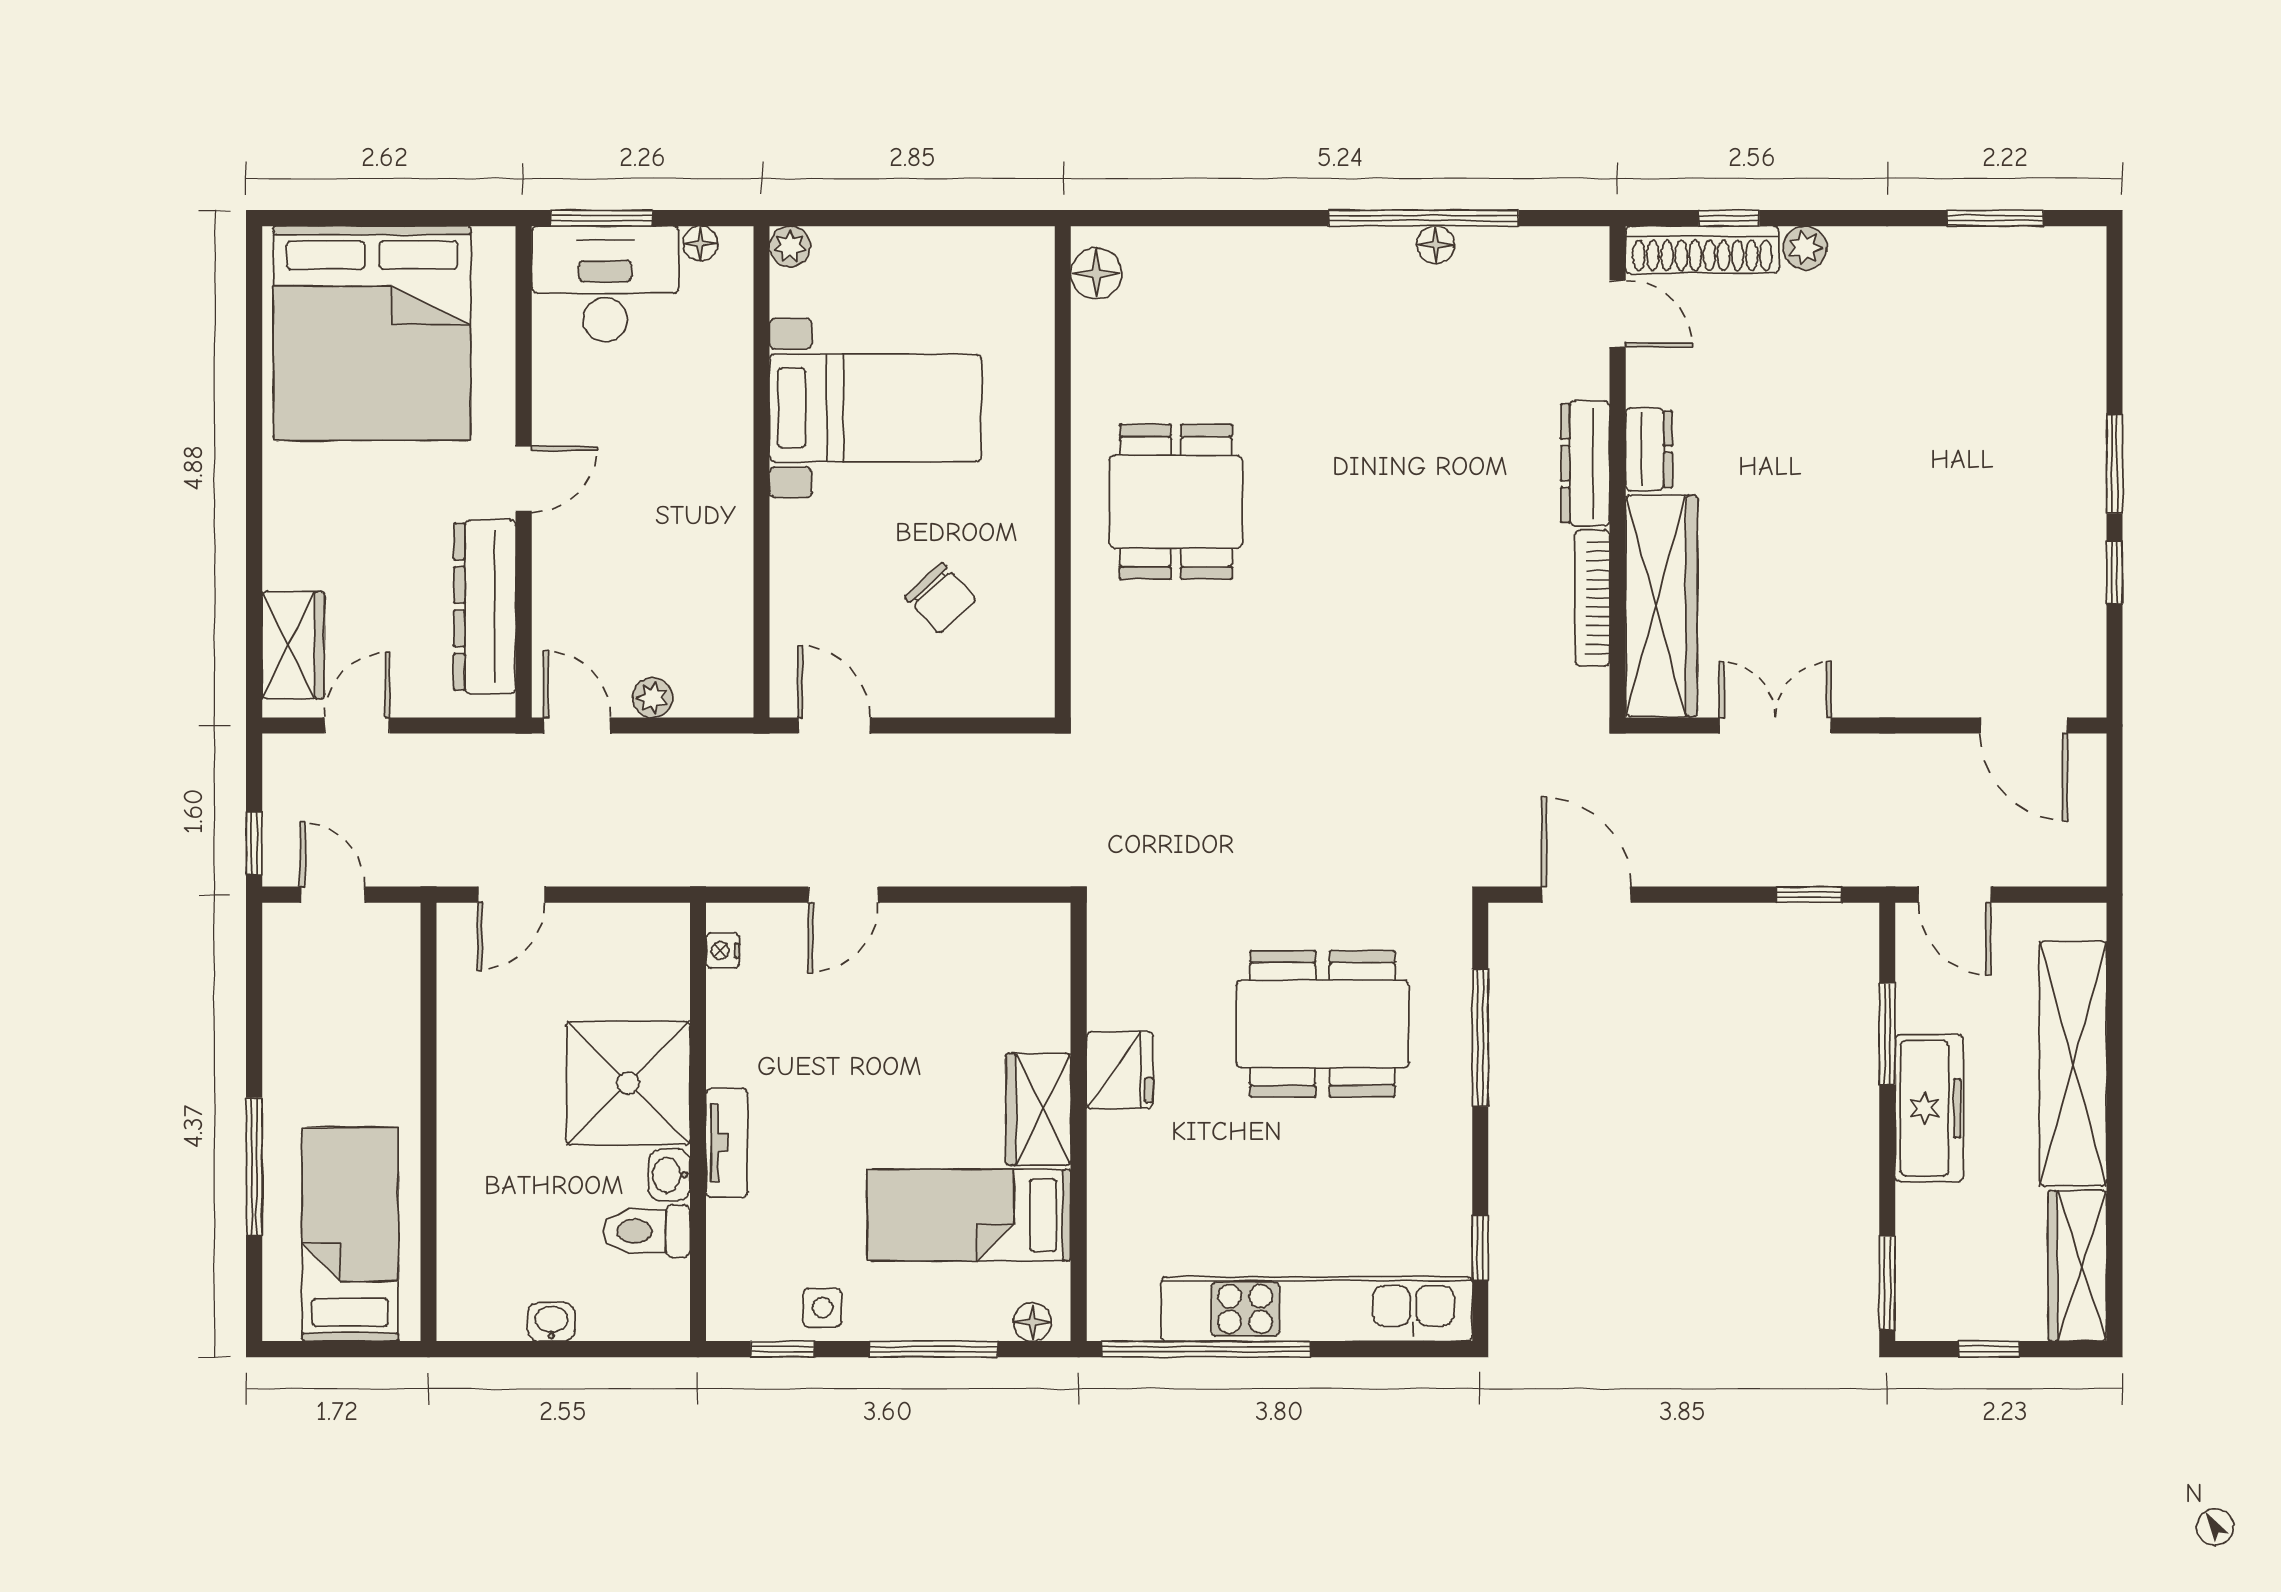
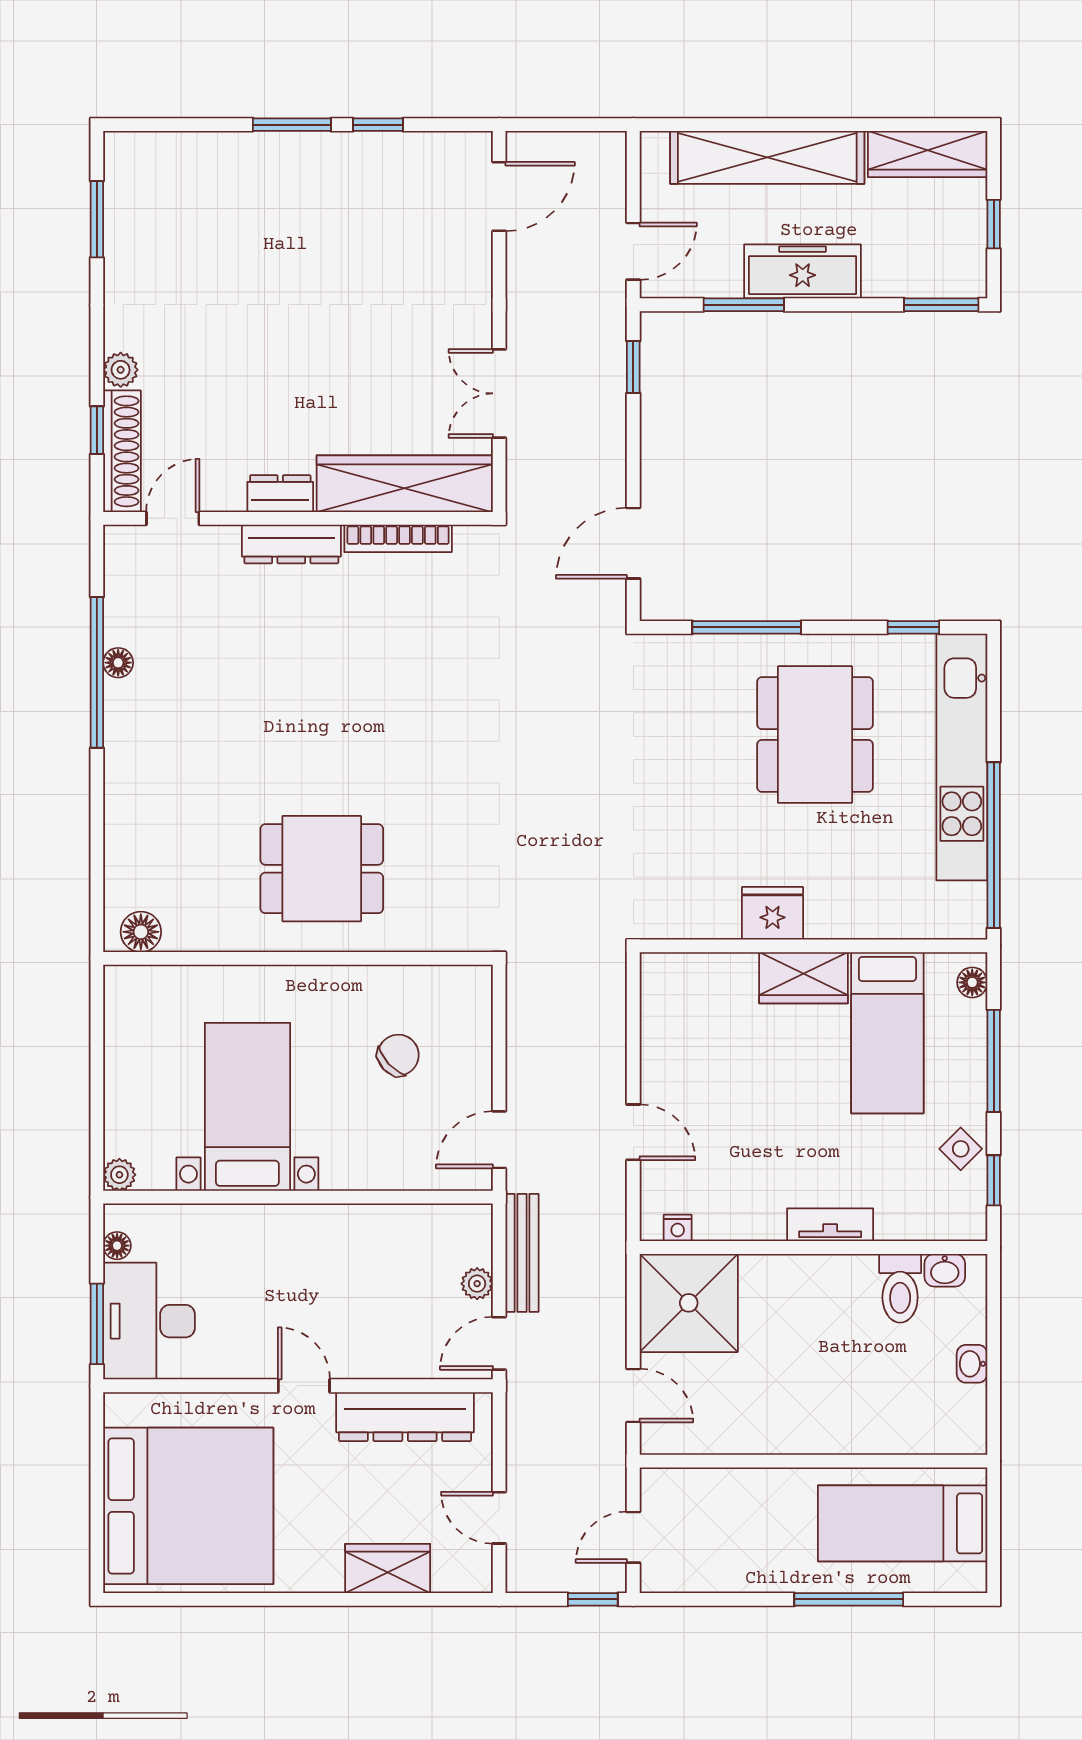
wardrobe: (293, 645) -> (388, 1568), moved
bench: (691, 754) -> (522, 1253), added
dining table: (1323, 1024) -> (815, 735), moved
shower: (628, 1083) -> (689, 1303), moved
washbasin: (669, 1175) -> (945, 1270), moved
side table: (822, 1308) -> (961, 1149), turned 45

